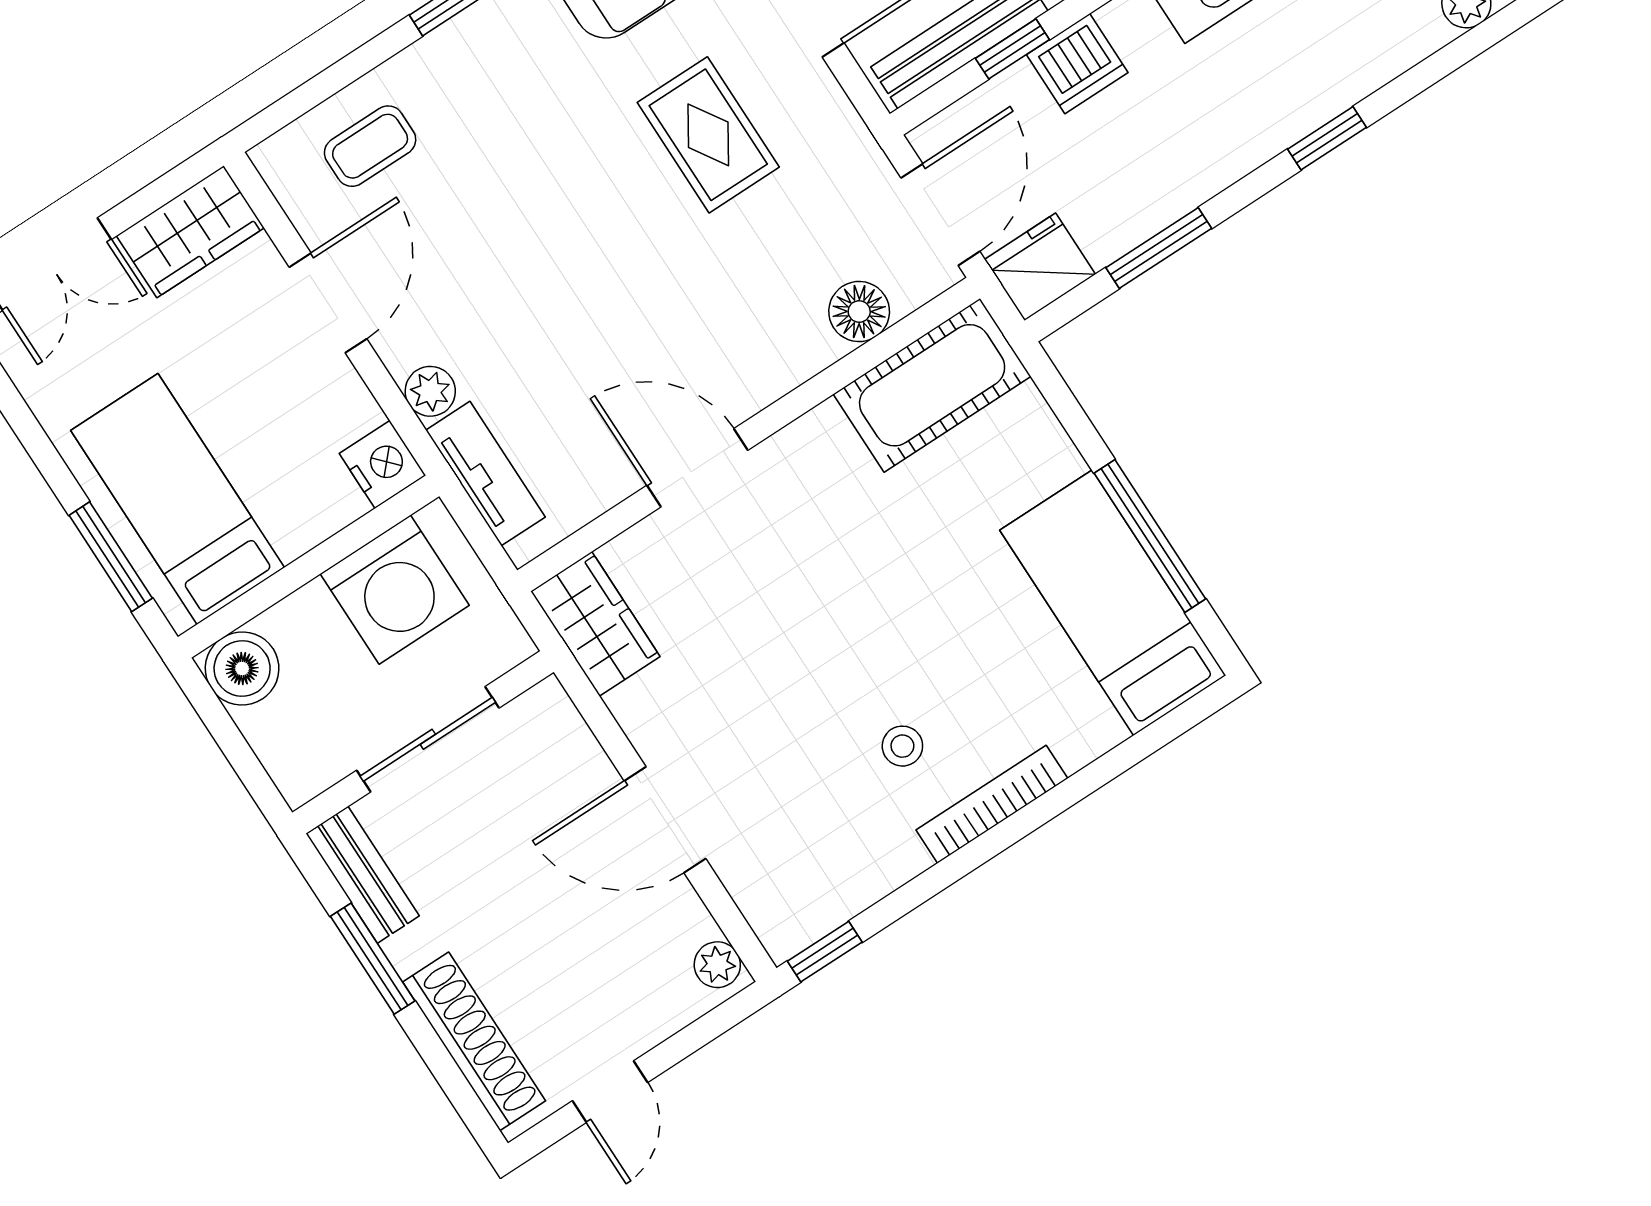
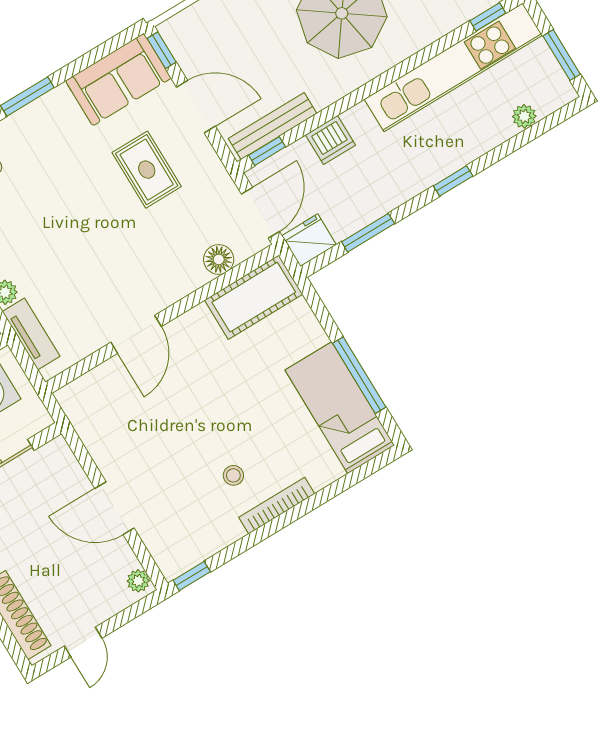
window: (1012, 49) -> (267, 151), moved
door: (697, 468) -> (136, 334), swing flipped
wardrobe: (595, 624) -> (83, 410), removed

